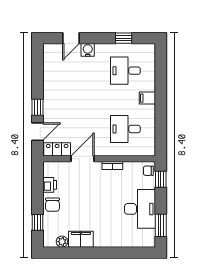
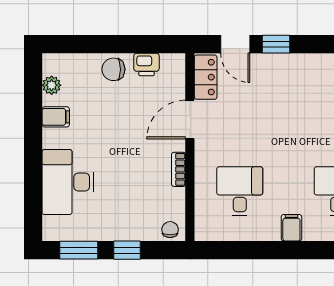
door: (83, 159) -> (190, 120), swing flipped
window: (161, 179) -> (127, 250), moved
desk: (140, 209) -> (68, 182), moved, turned 90
window: (37, 222) -> (84, 44), removed
filing cabinet: (81, 239) -> (56, 117), width x0.50

